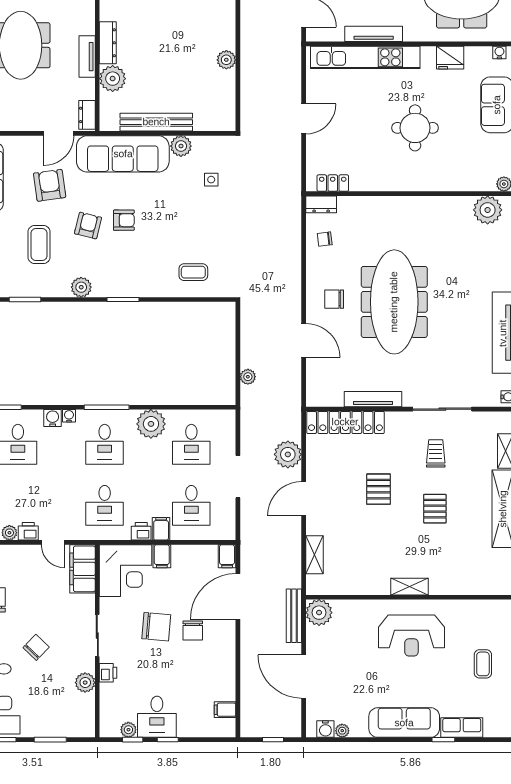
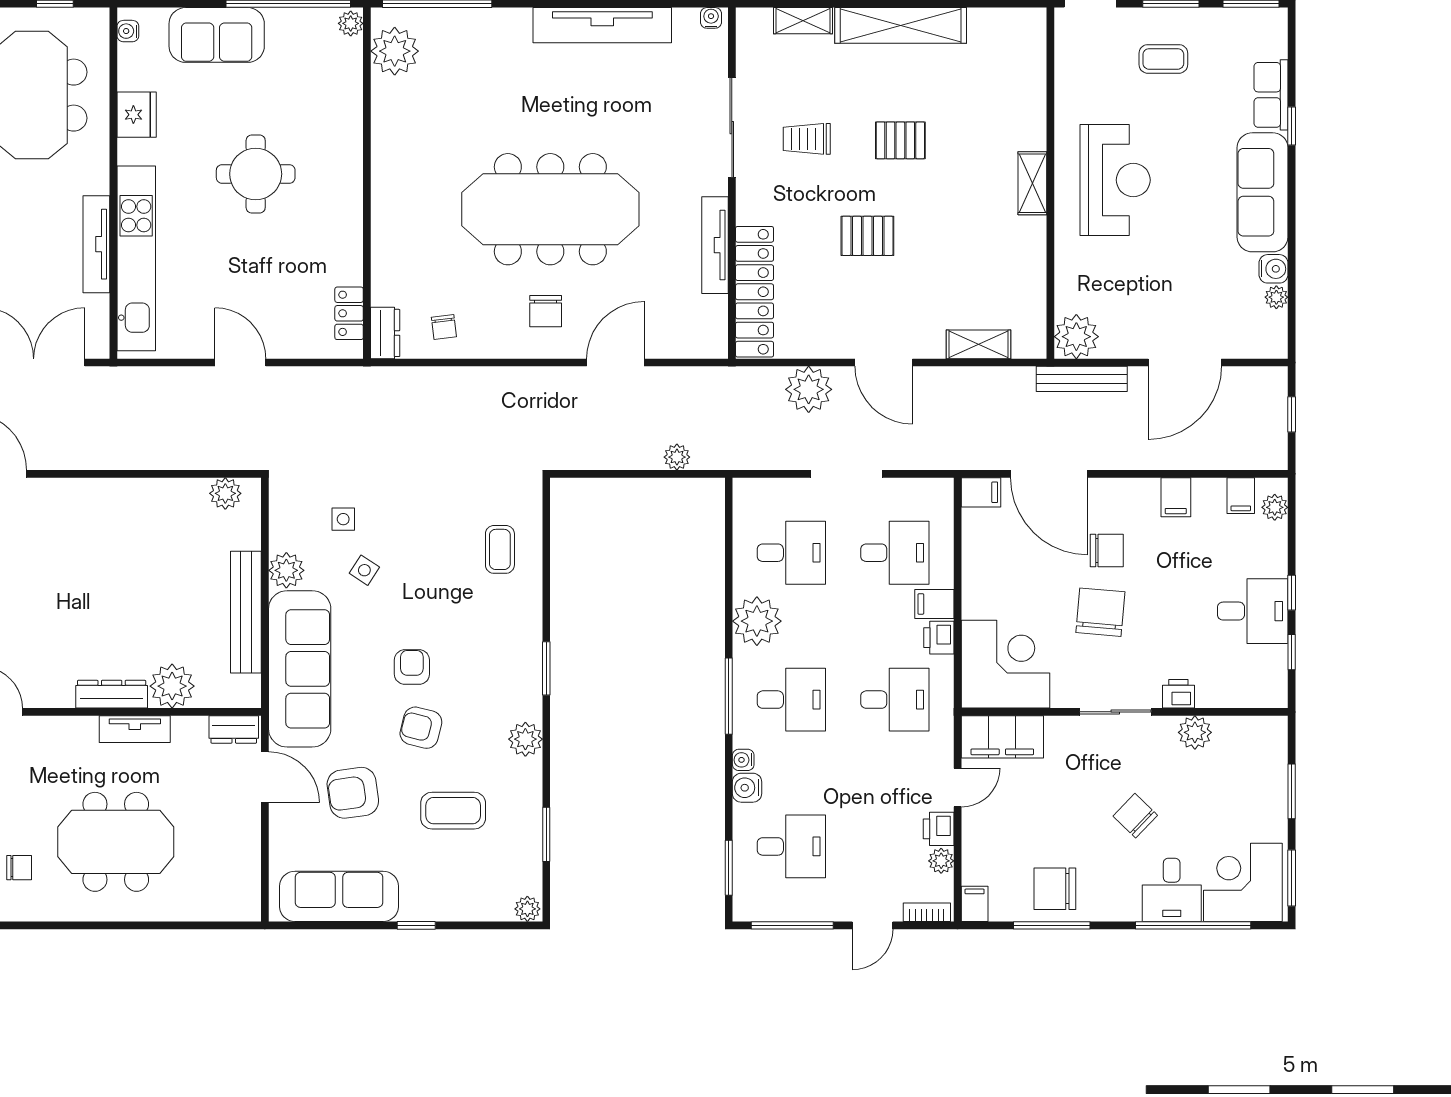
plant: (226, 60) -> (225, 493), moved
side table: (181, 192) -> (364, 570), added
filing cabinet: (162, 556) -> (1176, 497), moved, turned 90
water cooler: (325, 729) -> (1273, 269), moved
plant: (128, 730) -> (1275, 507), moved

